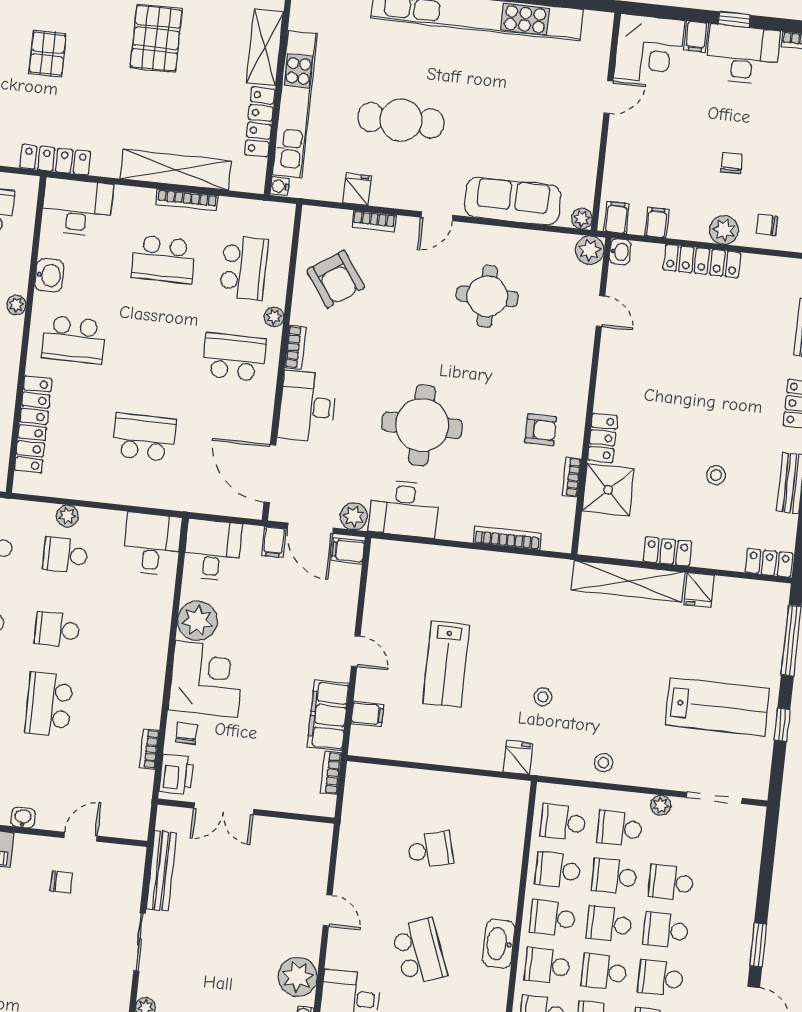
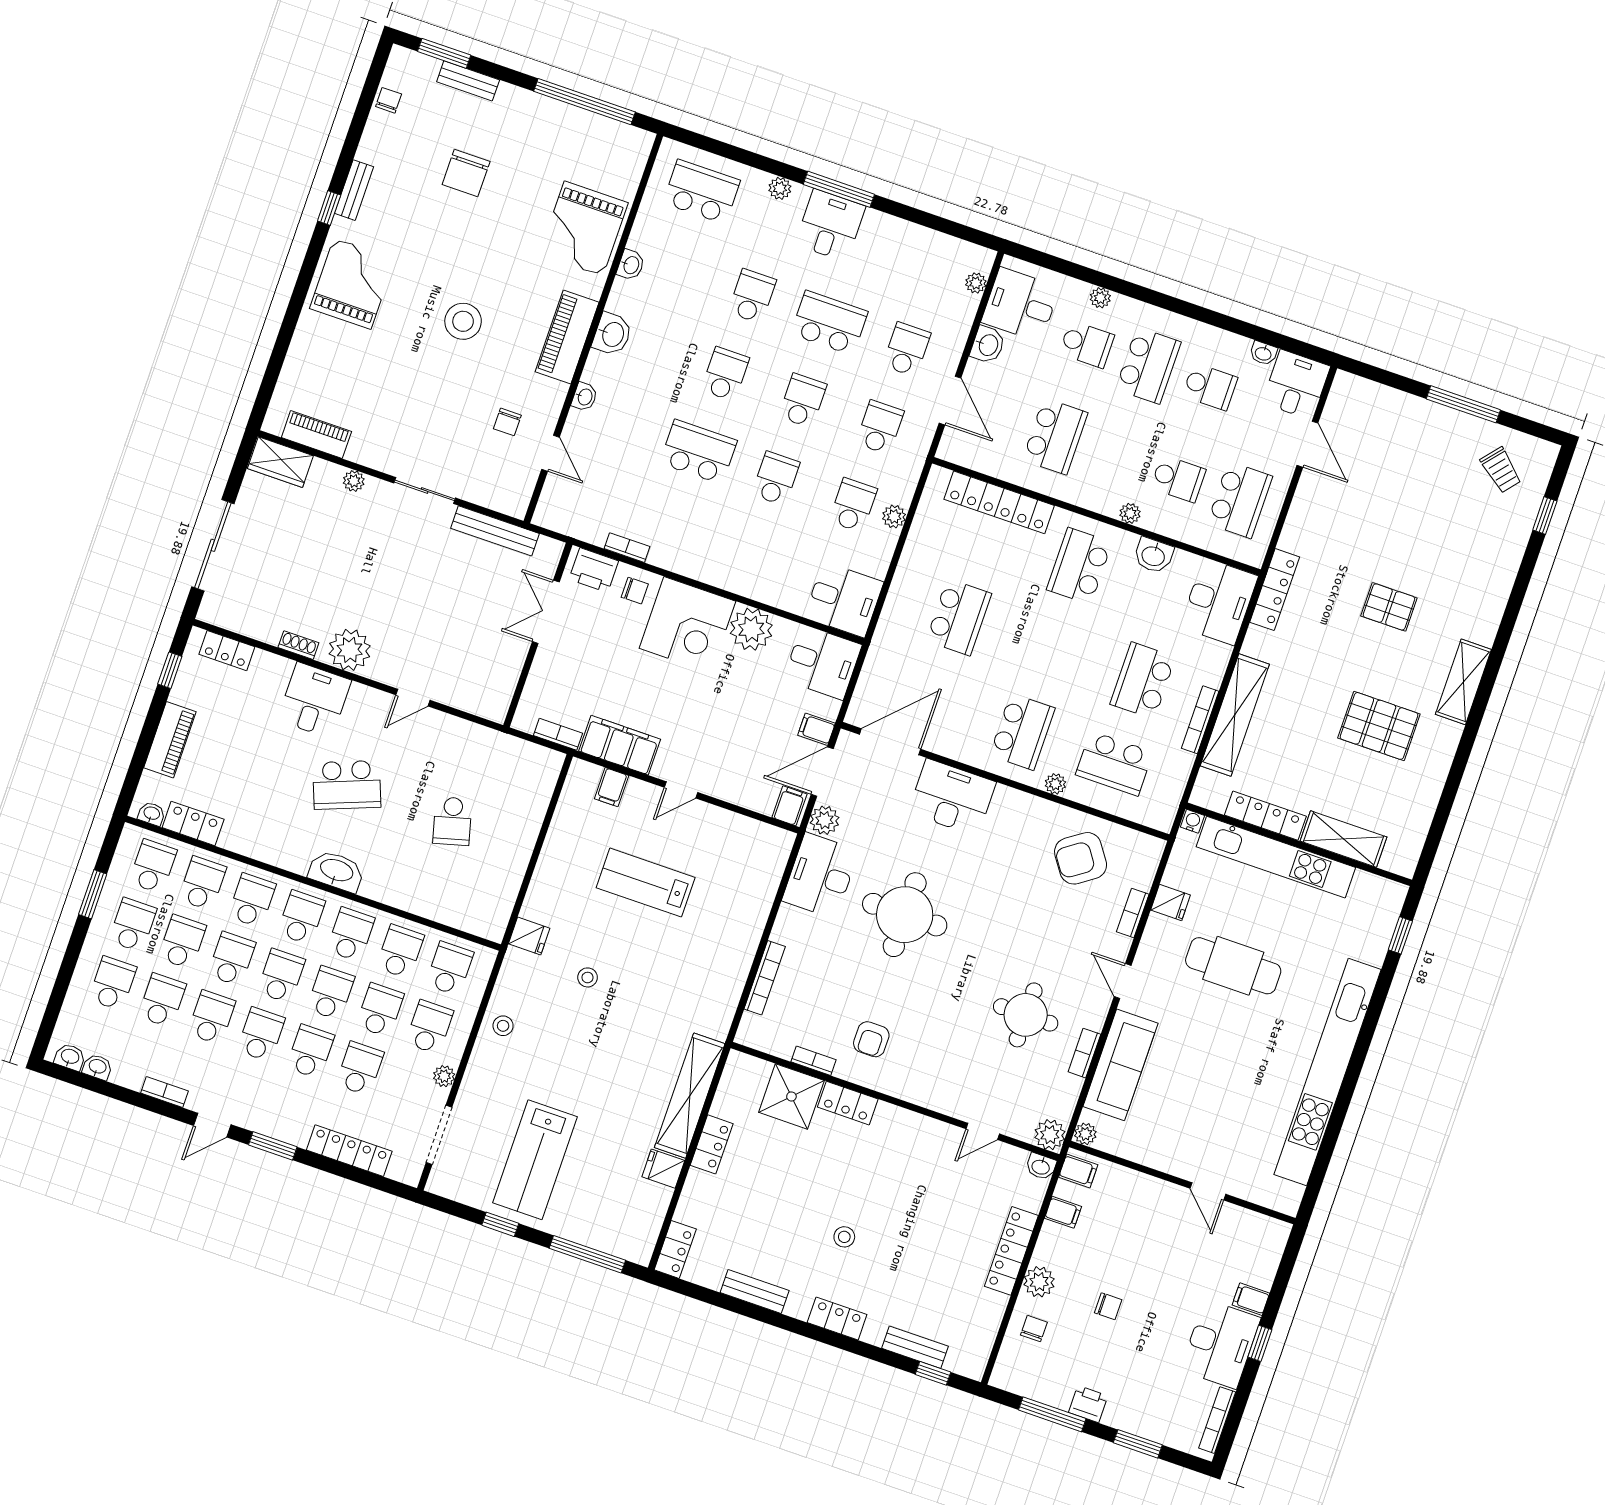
corner desk: (649, 49) -> (1249, 1246), removed
cafe table: (401, 120) -> (1233, 966), turned 90
bookcase: (295, 347) -> (1084, 1053), moved, turned 90
stool: (716, 475) -> (844, 1237), moved
locker: (747, 875) -> (349, 1151), added

